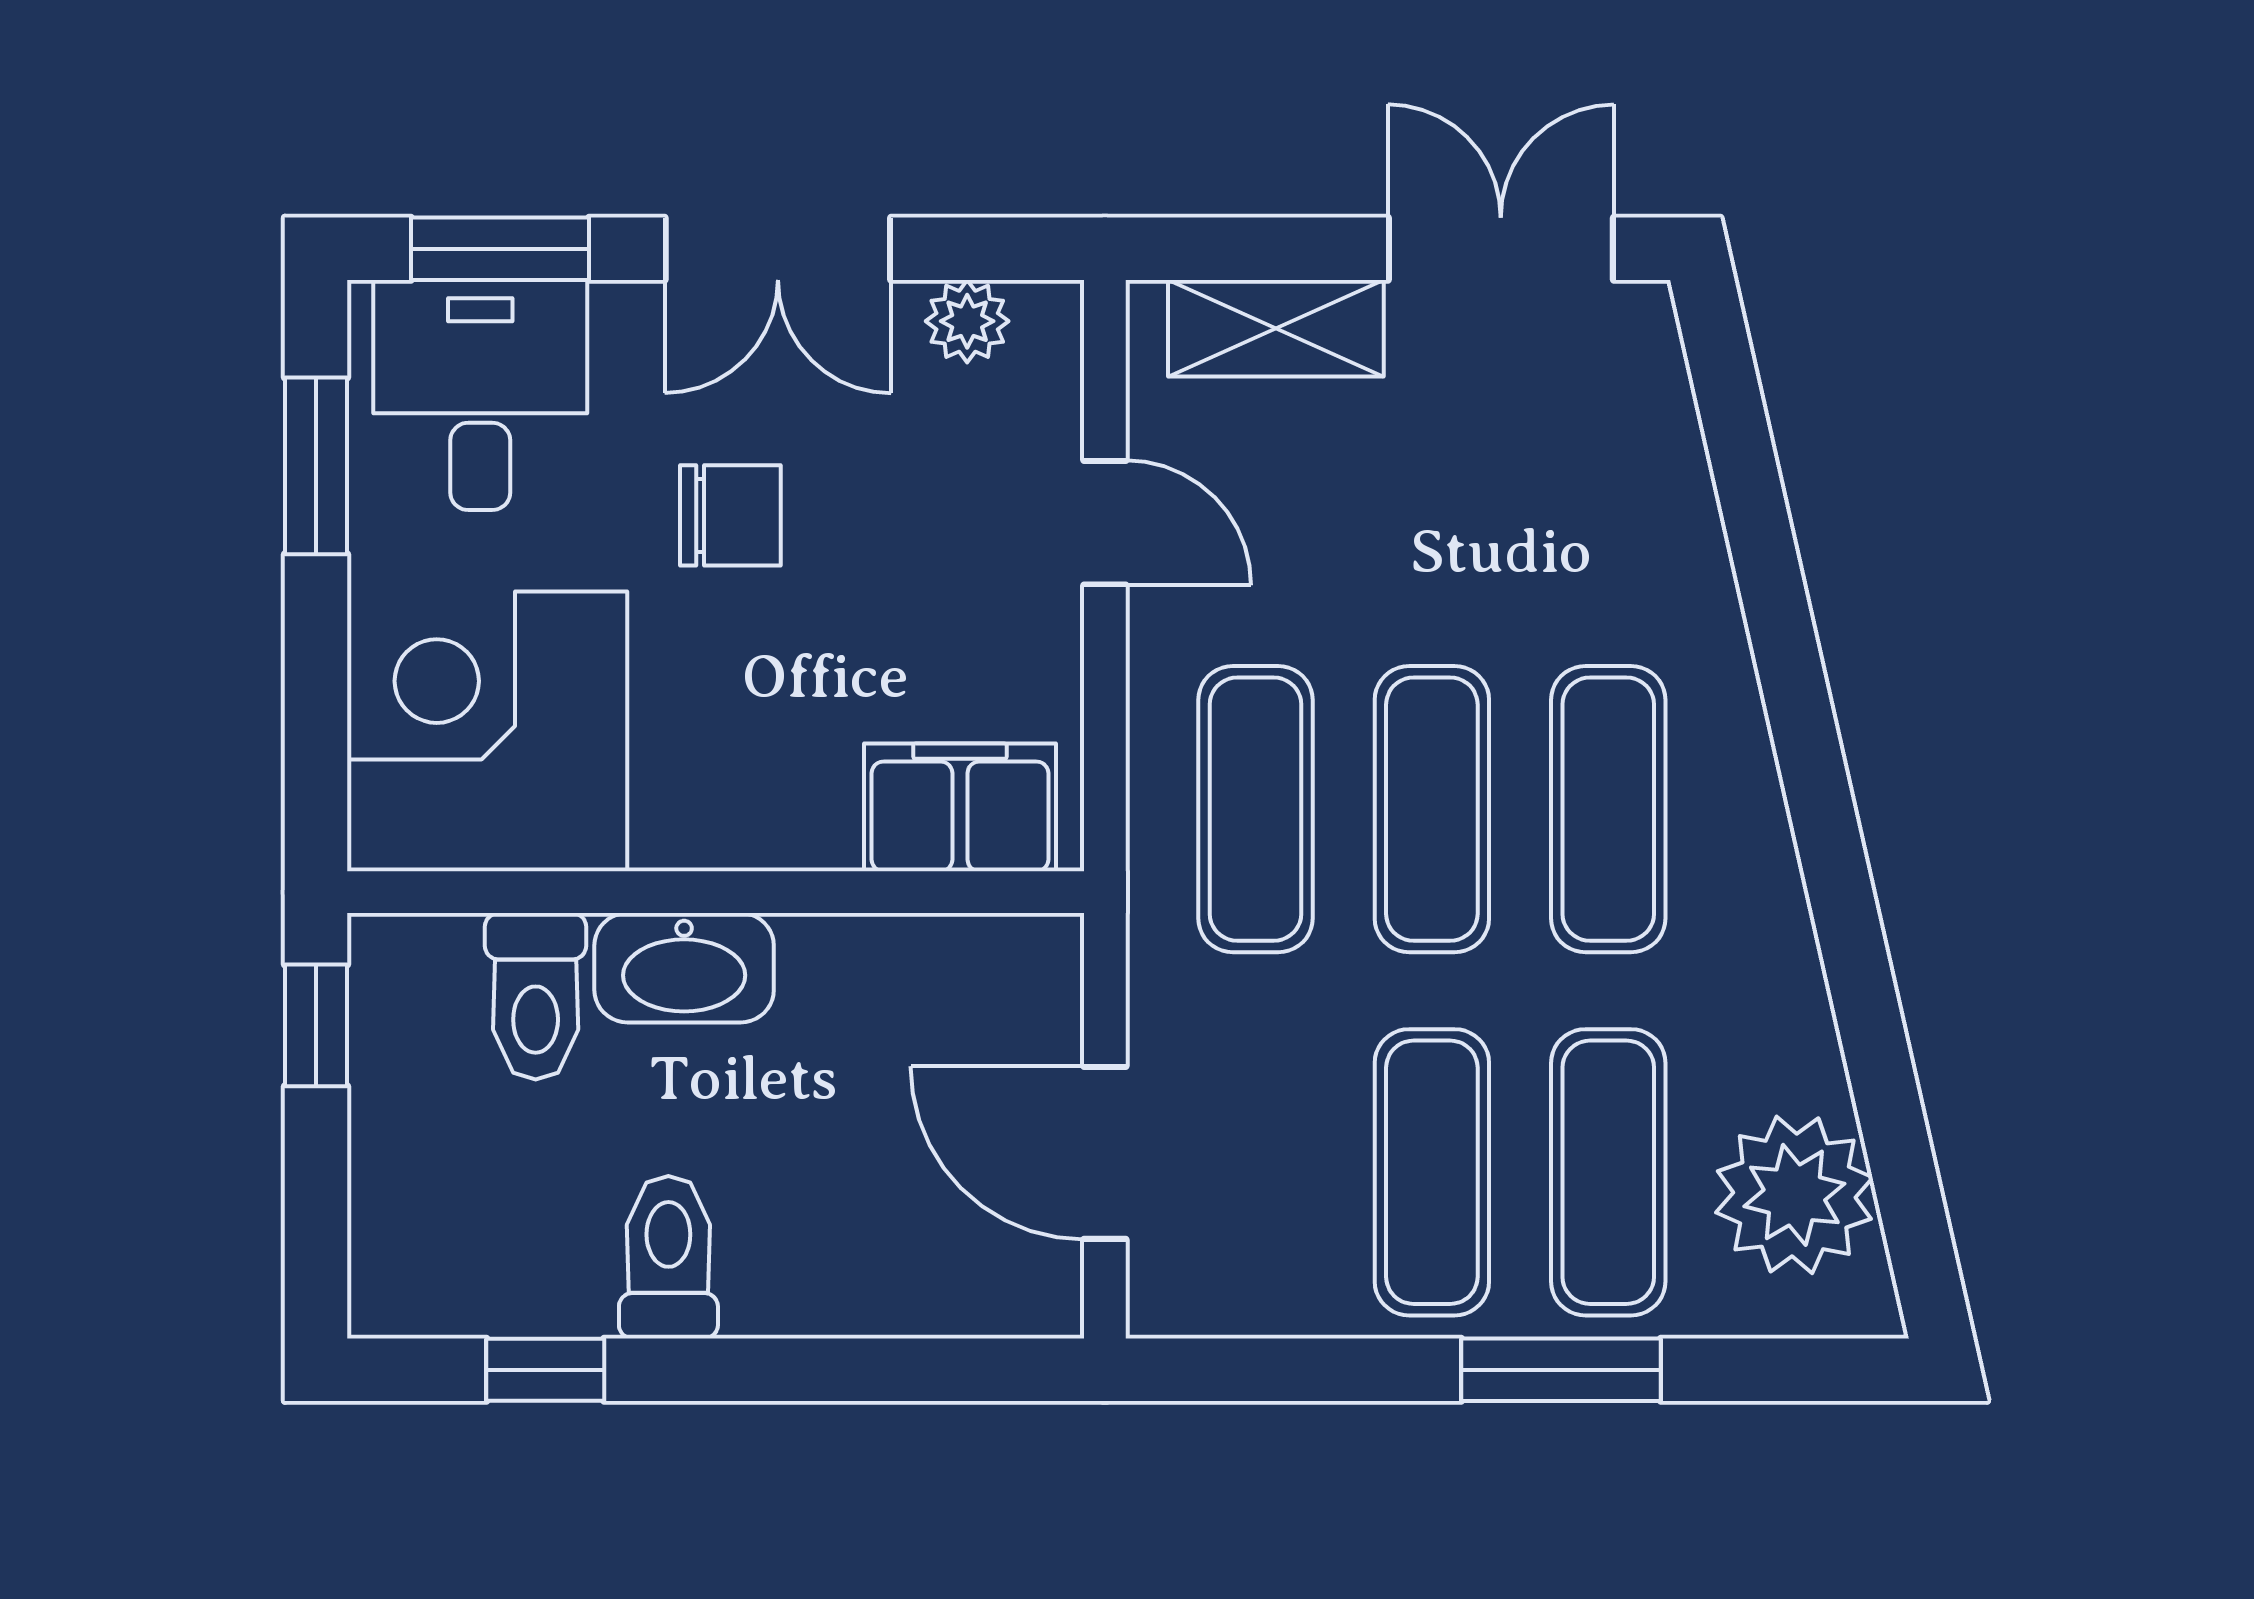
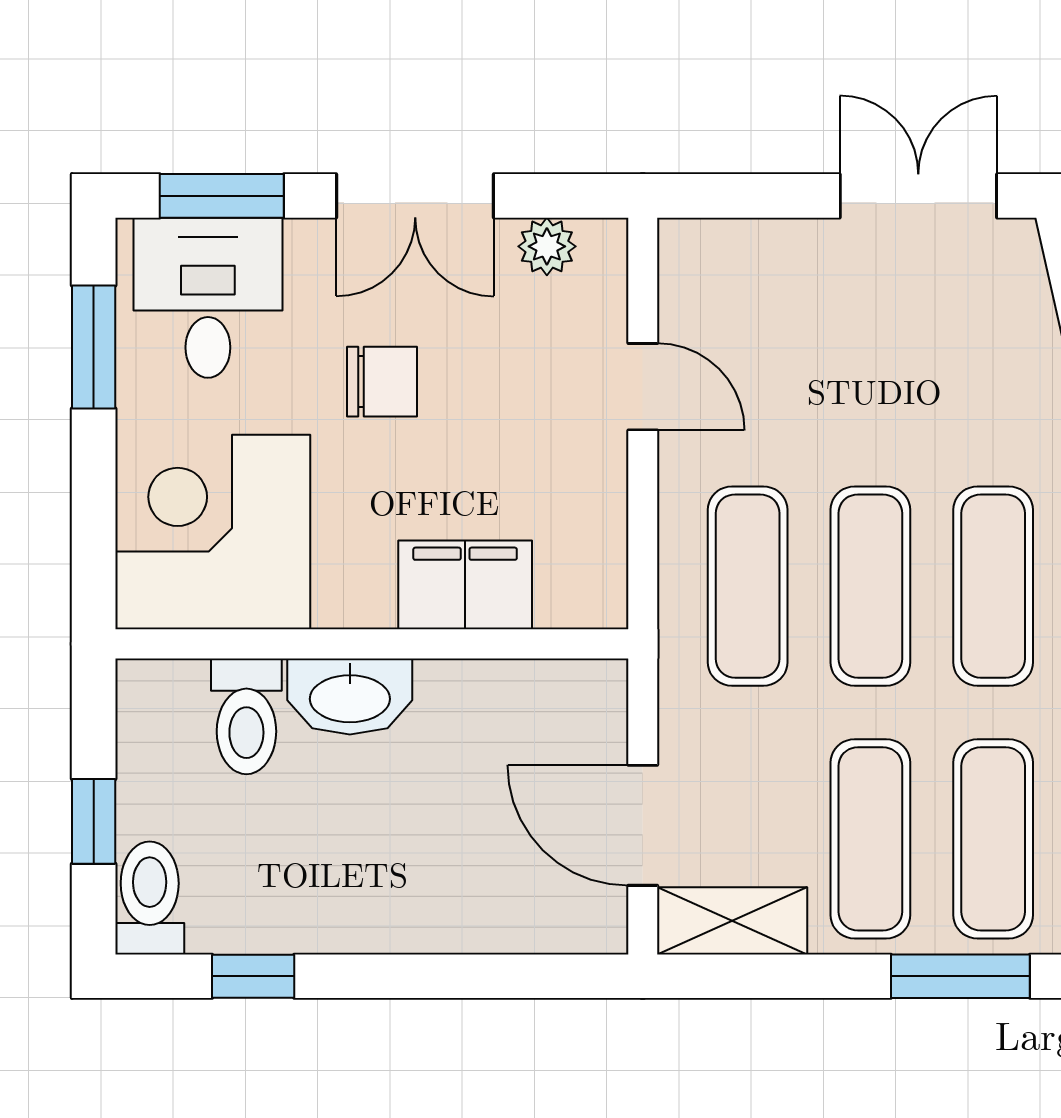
shelving: (1276, 328) -> (732, 921), moved
filing cabinet: (960, 807) -> (465, 585), moved
window: (316, 1025) -> (94, 821), moved
toilet: (668, 1257) -> (150, 898), moved

